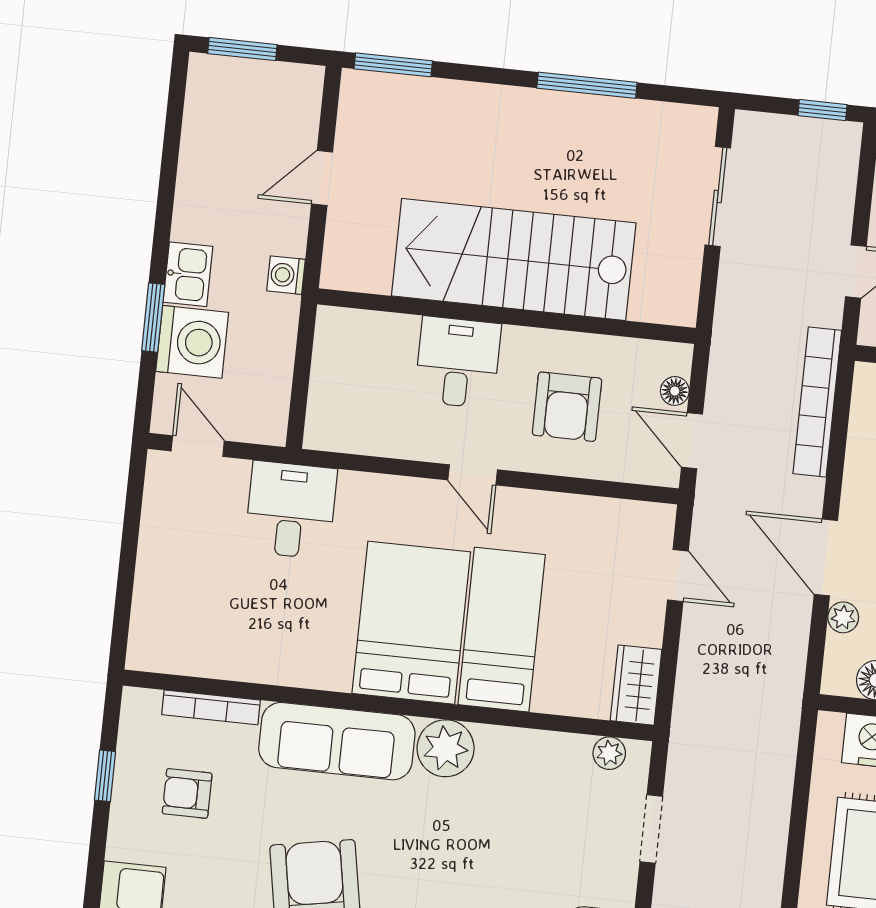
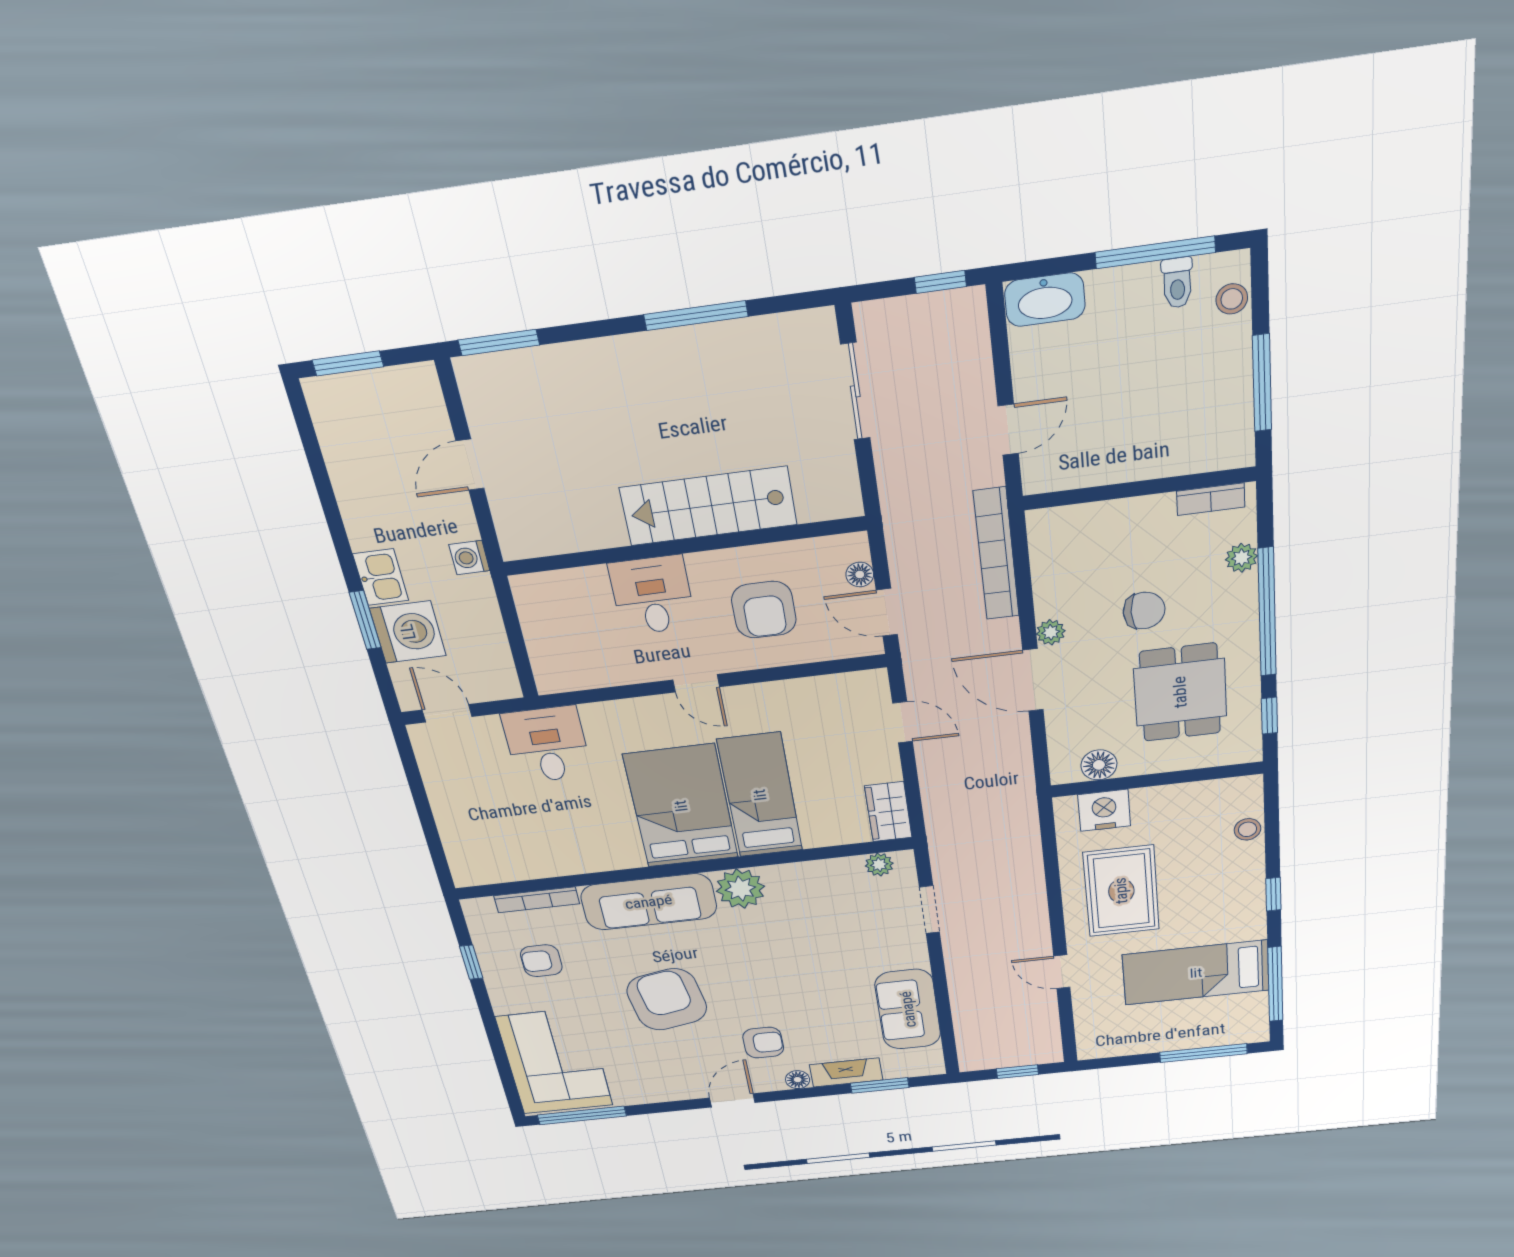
stairs: (514, 259) -> (708, 506), width x0.73, depth x0.66
plant: (843, 617) -> (1051, 632), moved

